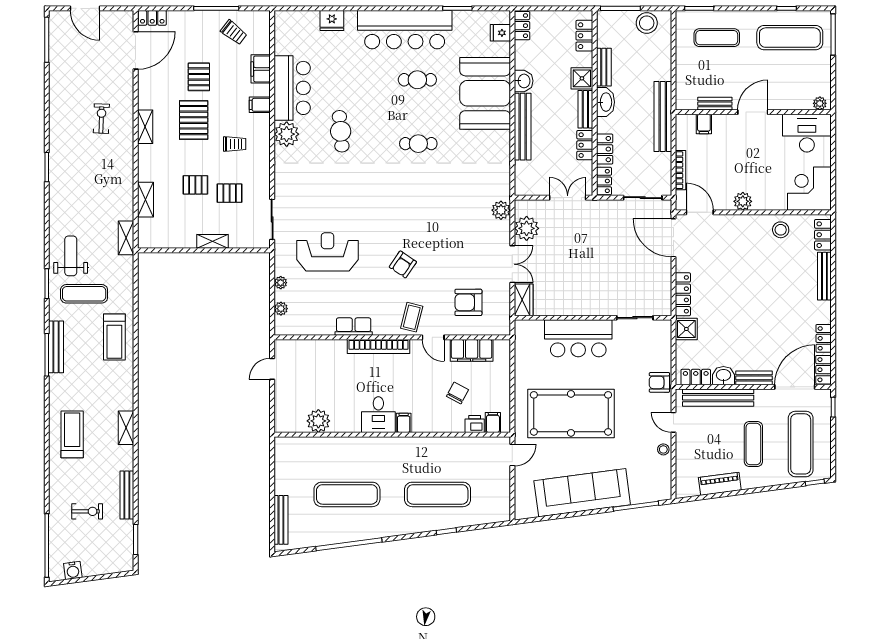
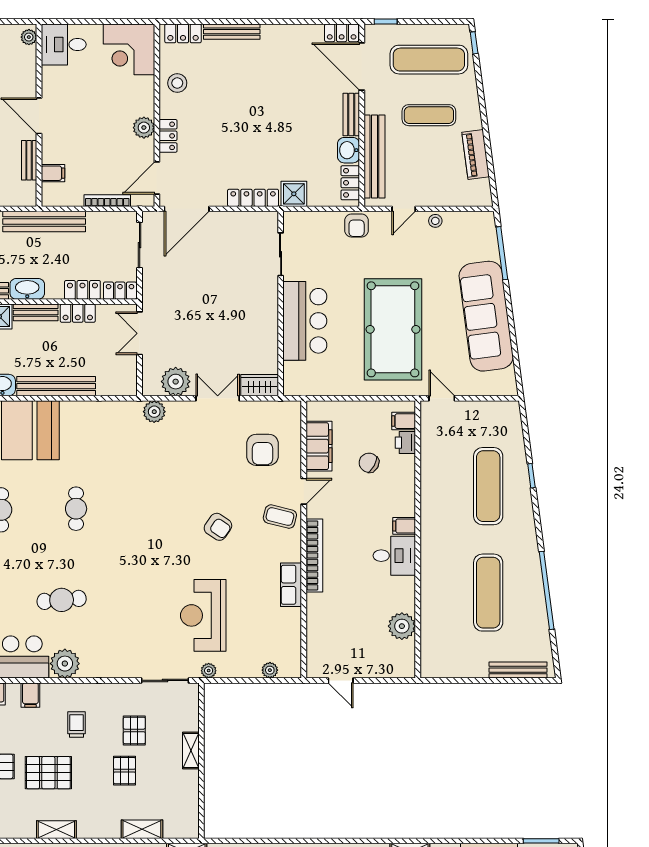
desk: (807, 133) -> (64, 44), width x0.73
plant: (281, 283) -> (209, 671), moved
locker: (824, 338) -> (168, 136), moved, turned -90

